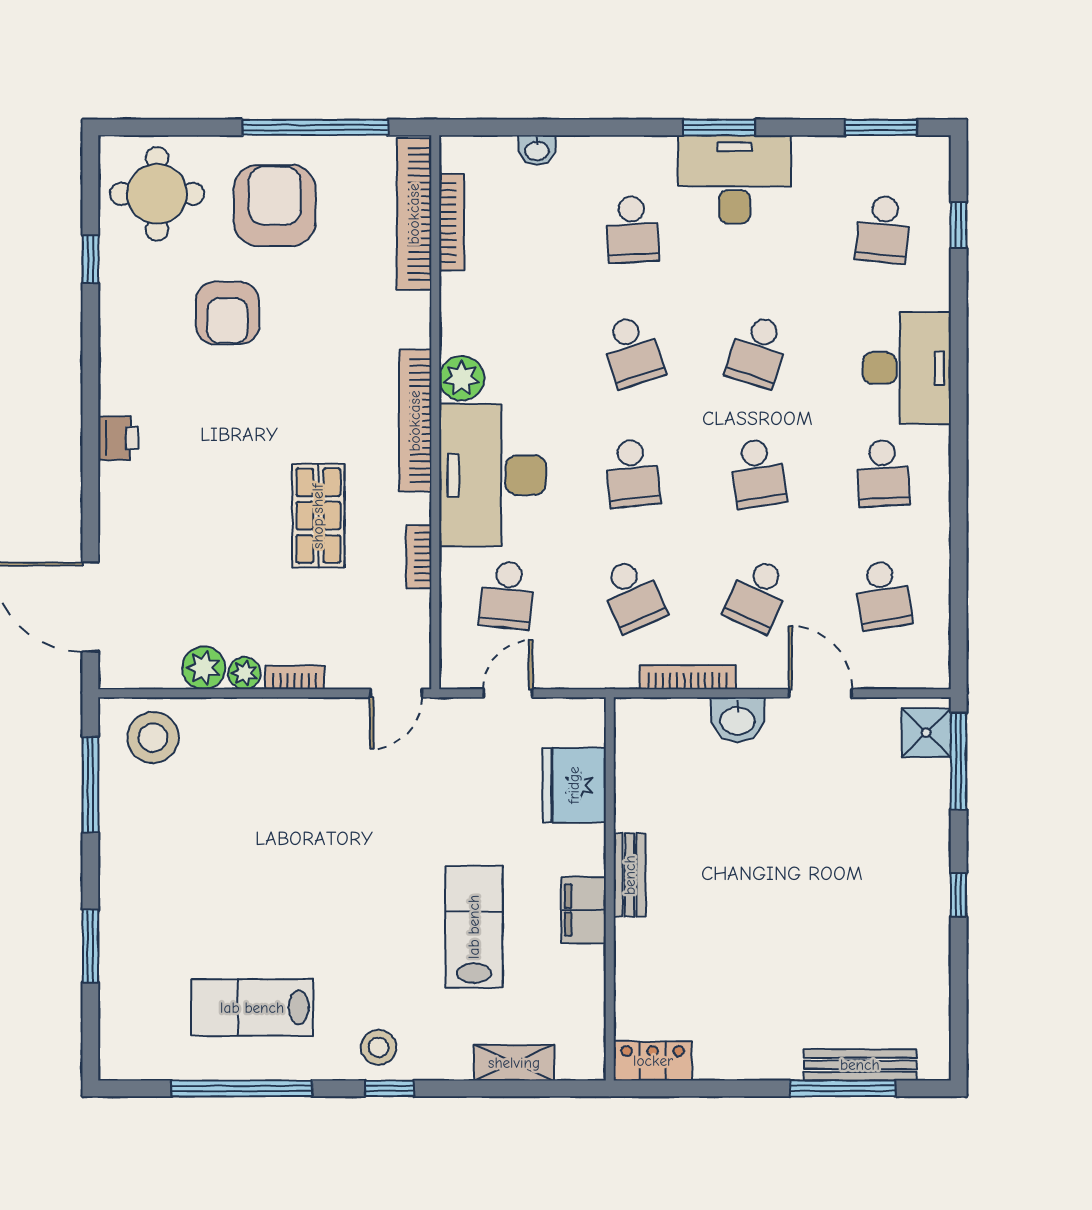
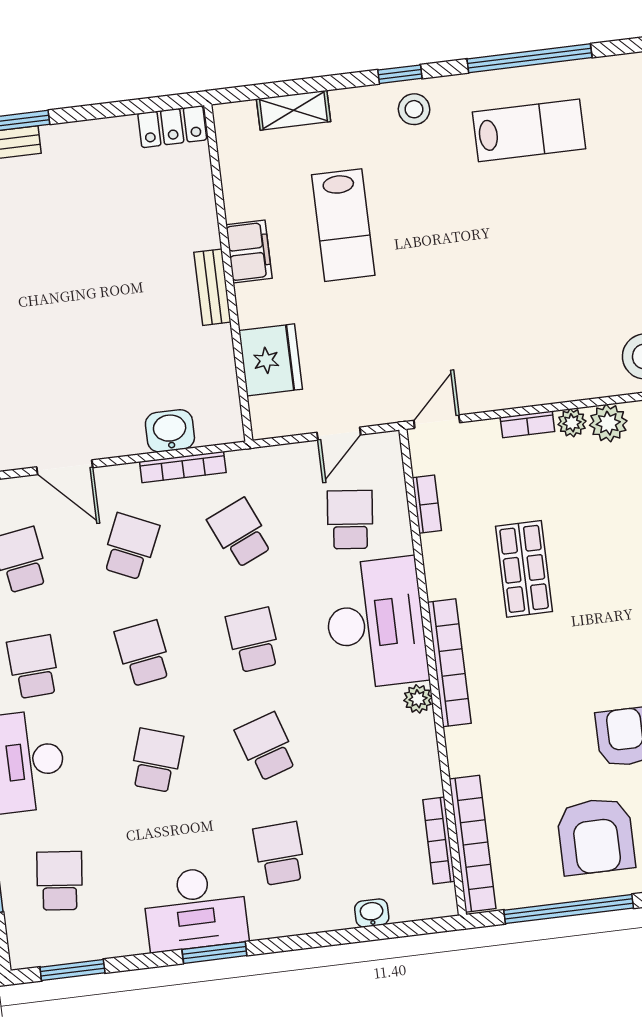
plant: (462, 378) -> (418, 699), width x0.73, depth x0.73
bookcase: (419, 557) -> (427, 504), moved
washbasin: (737, 720) -> (170, 431), moved

